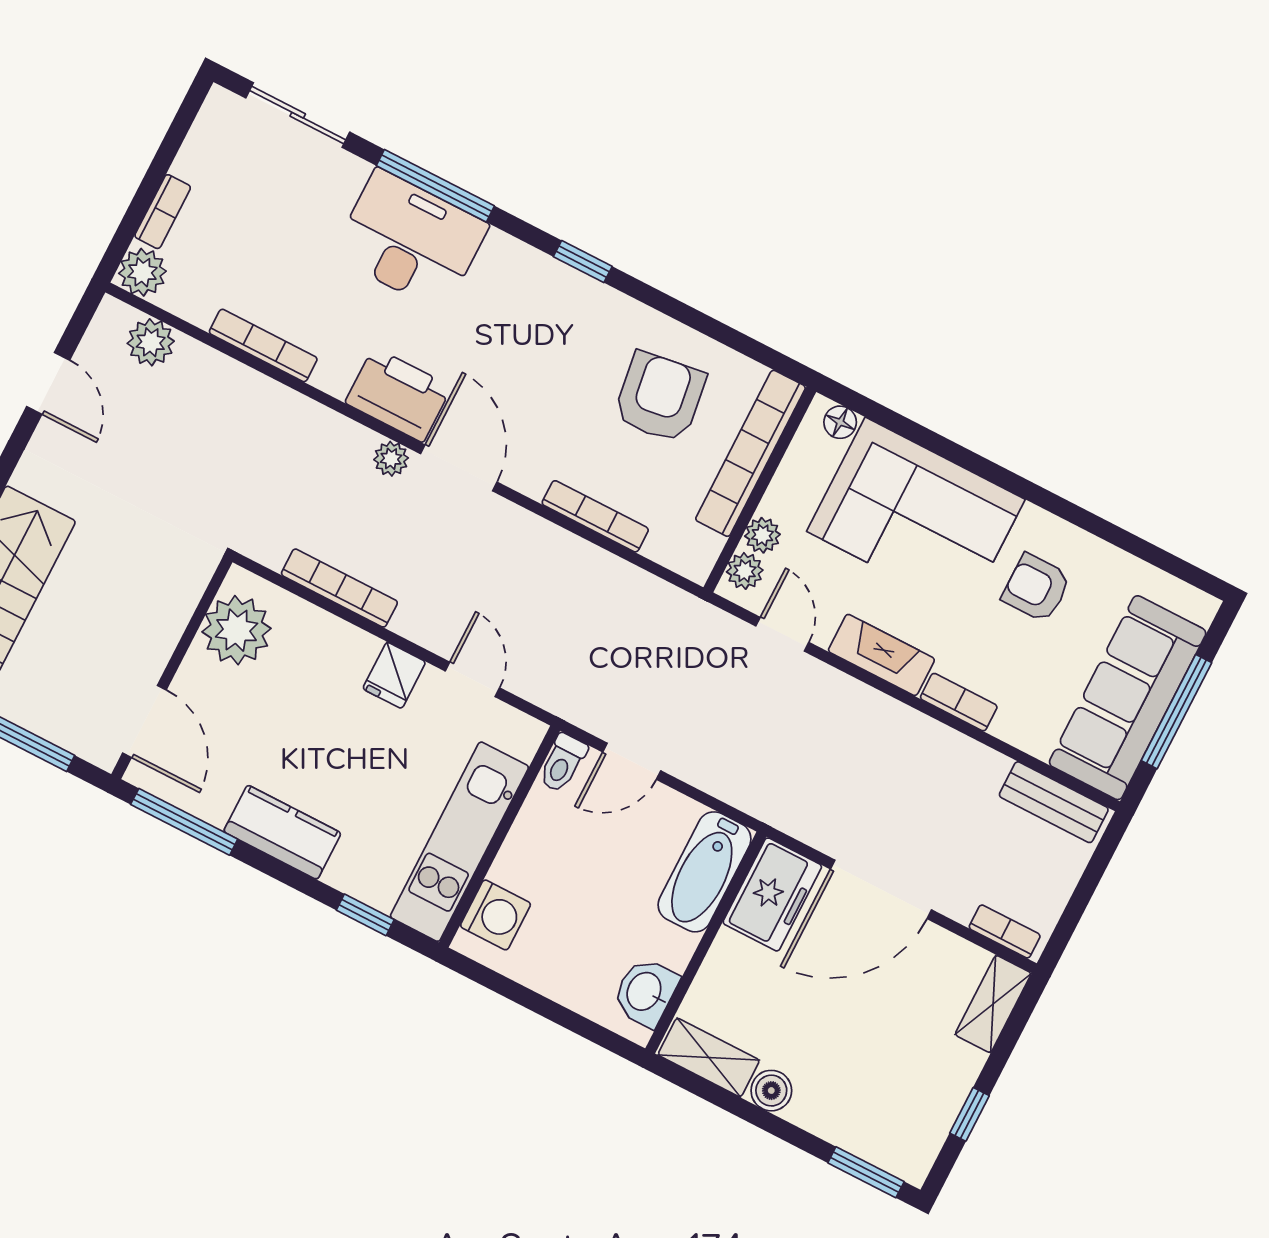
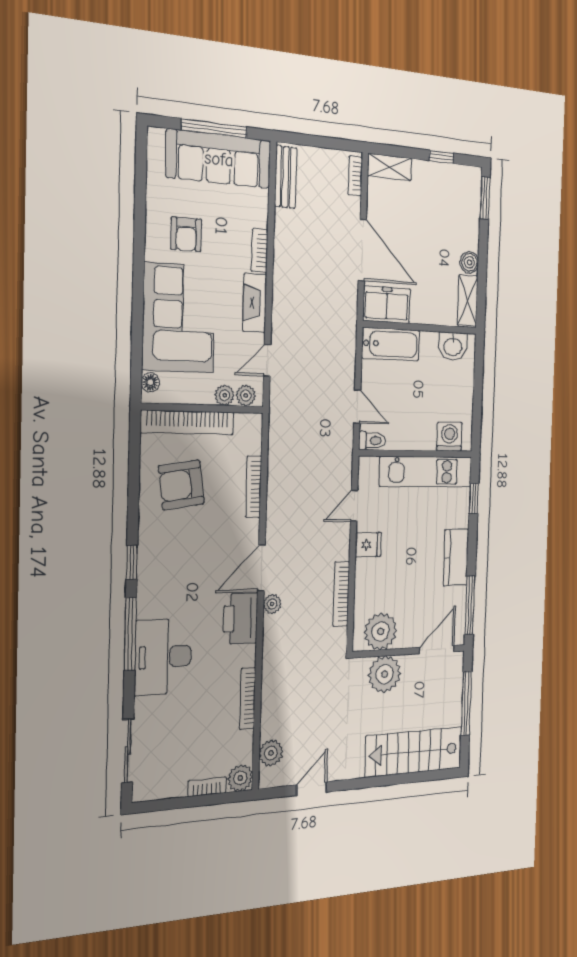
window: (435, 186) -> (130, 634), moved
plant: (160, 604) -> (385, 674), added

